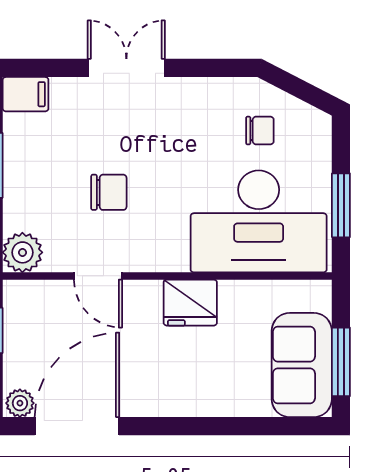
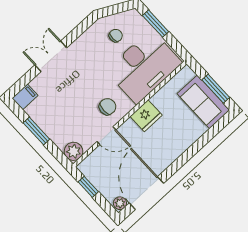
chair: (109, 192) -> (107, 107), moved
window: (341, 205) -> (156, 24), moved

